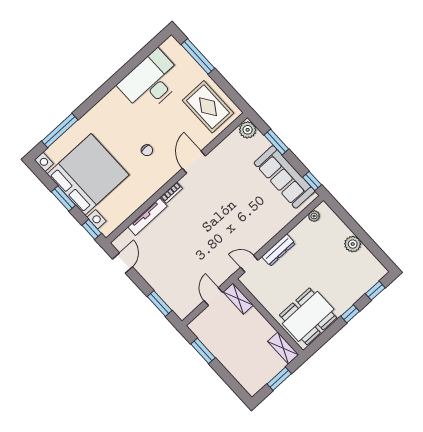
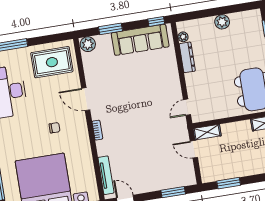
tv unit: (147, 217) -> (106, 175), moved
dresser: (278, 250) -> (187, 57), moved

